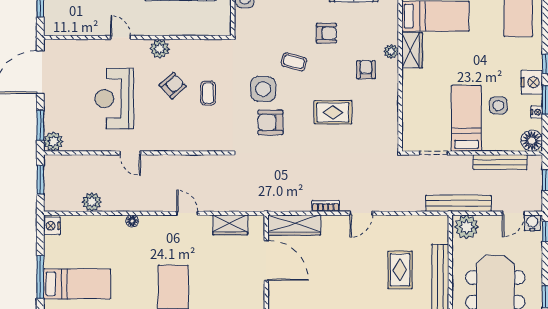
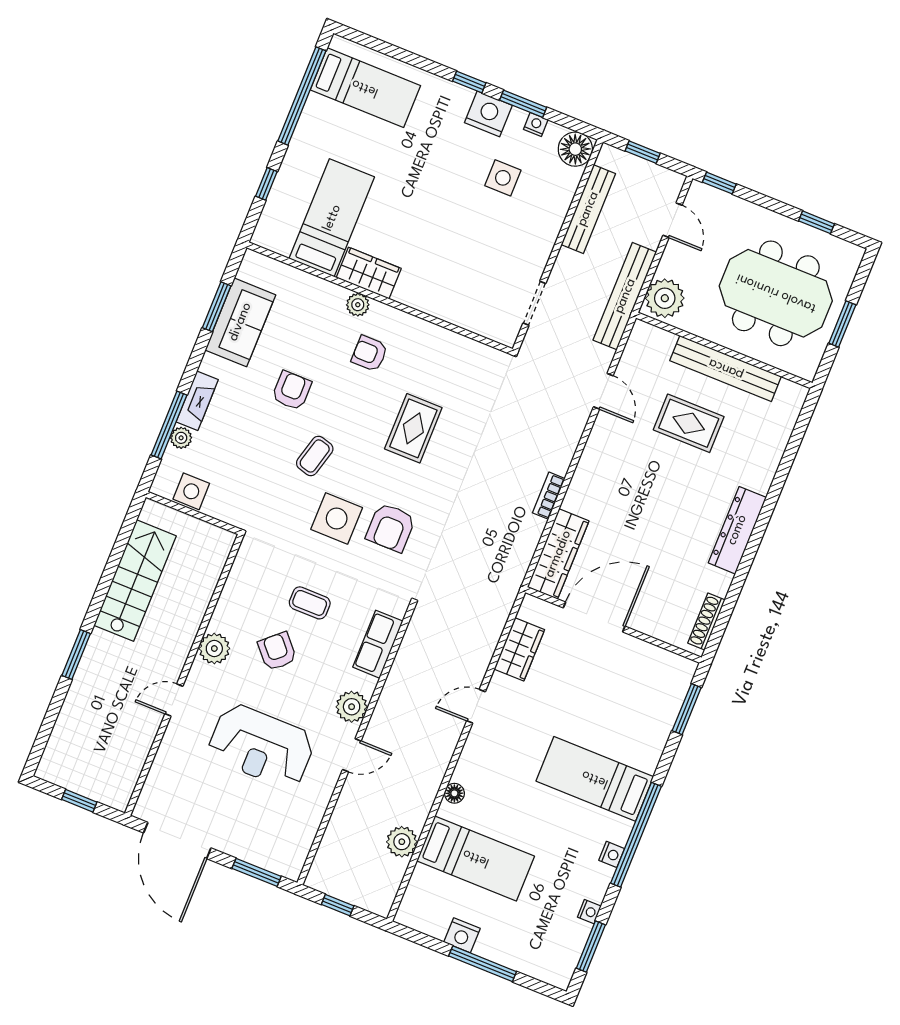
bed: (466, 118) -> (503, 233), removed
plant: (53, 142) -> (352, 707), moved
row of seats: (200, 142) -> (378, 644), added
window: (40, 180) -> (338, 905), width x0.67
door: (361, 213) -> (603, 391), moved
water cooler: (532, 223) -> (698, 198), removed
nightstand: (52, 226) -> (462, 935), moved
bed: (77, 284) -> (476, 858), moved, turned 90

